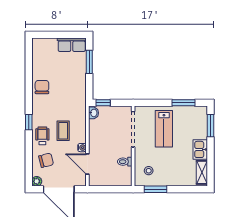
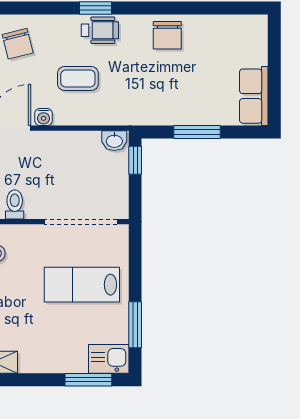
window: (89, 62) -> (197, 132), moved
chair: (42, 87) -> (167, 35), turned 90
wheelchair: (42, 136) -> (100, 30), moved
kitchen sink: (200, 149) -> (109, 359), moved

